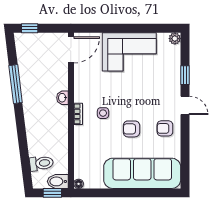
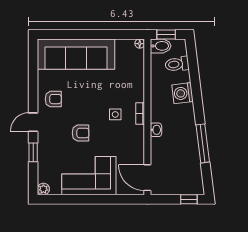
door: (71, 50) -> (147, 178), hinge flipped
door: (185, 105) -> (33, 122), hinge flipped
armchair: (131, 129) -> (81, 133), moved
washing machine: (36, 134) -> (183, 93), added

